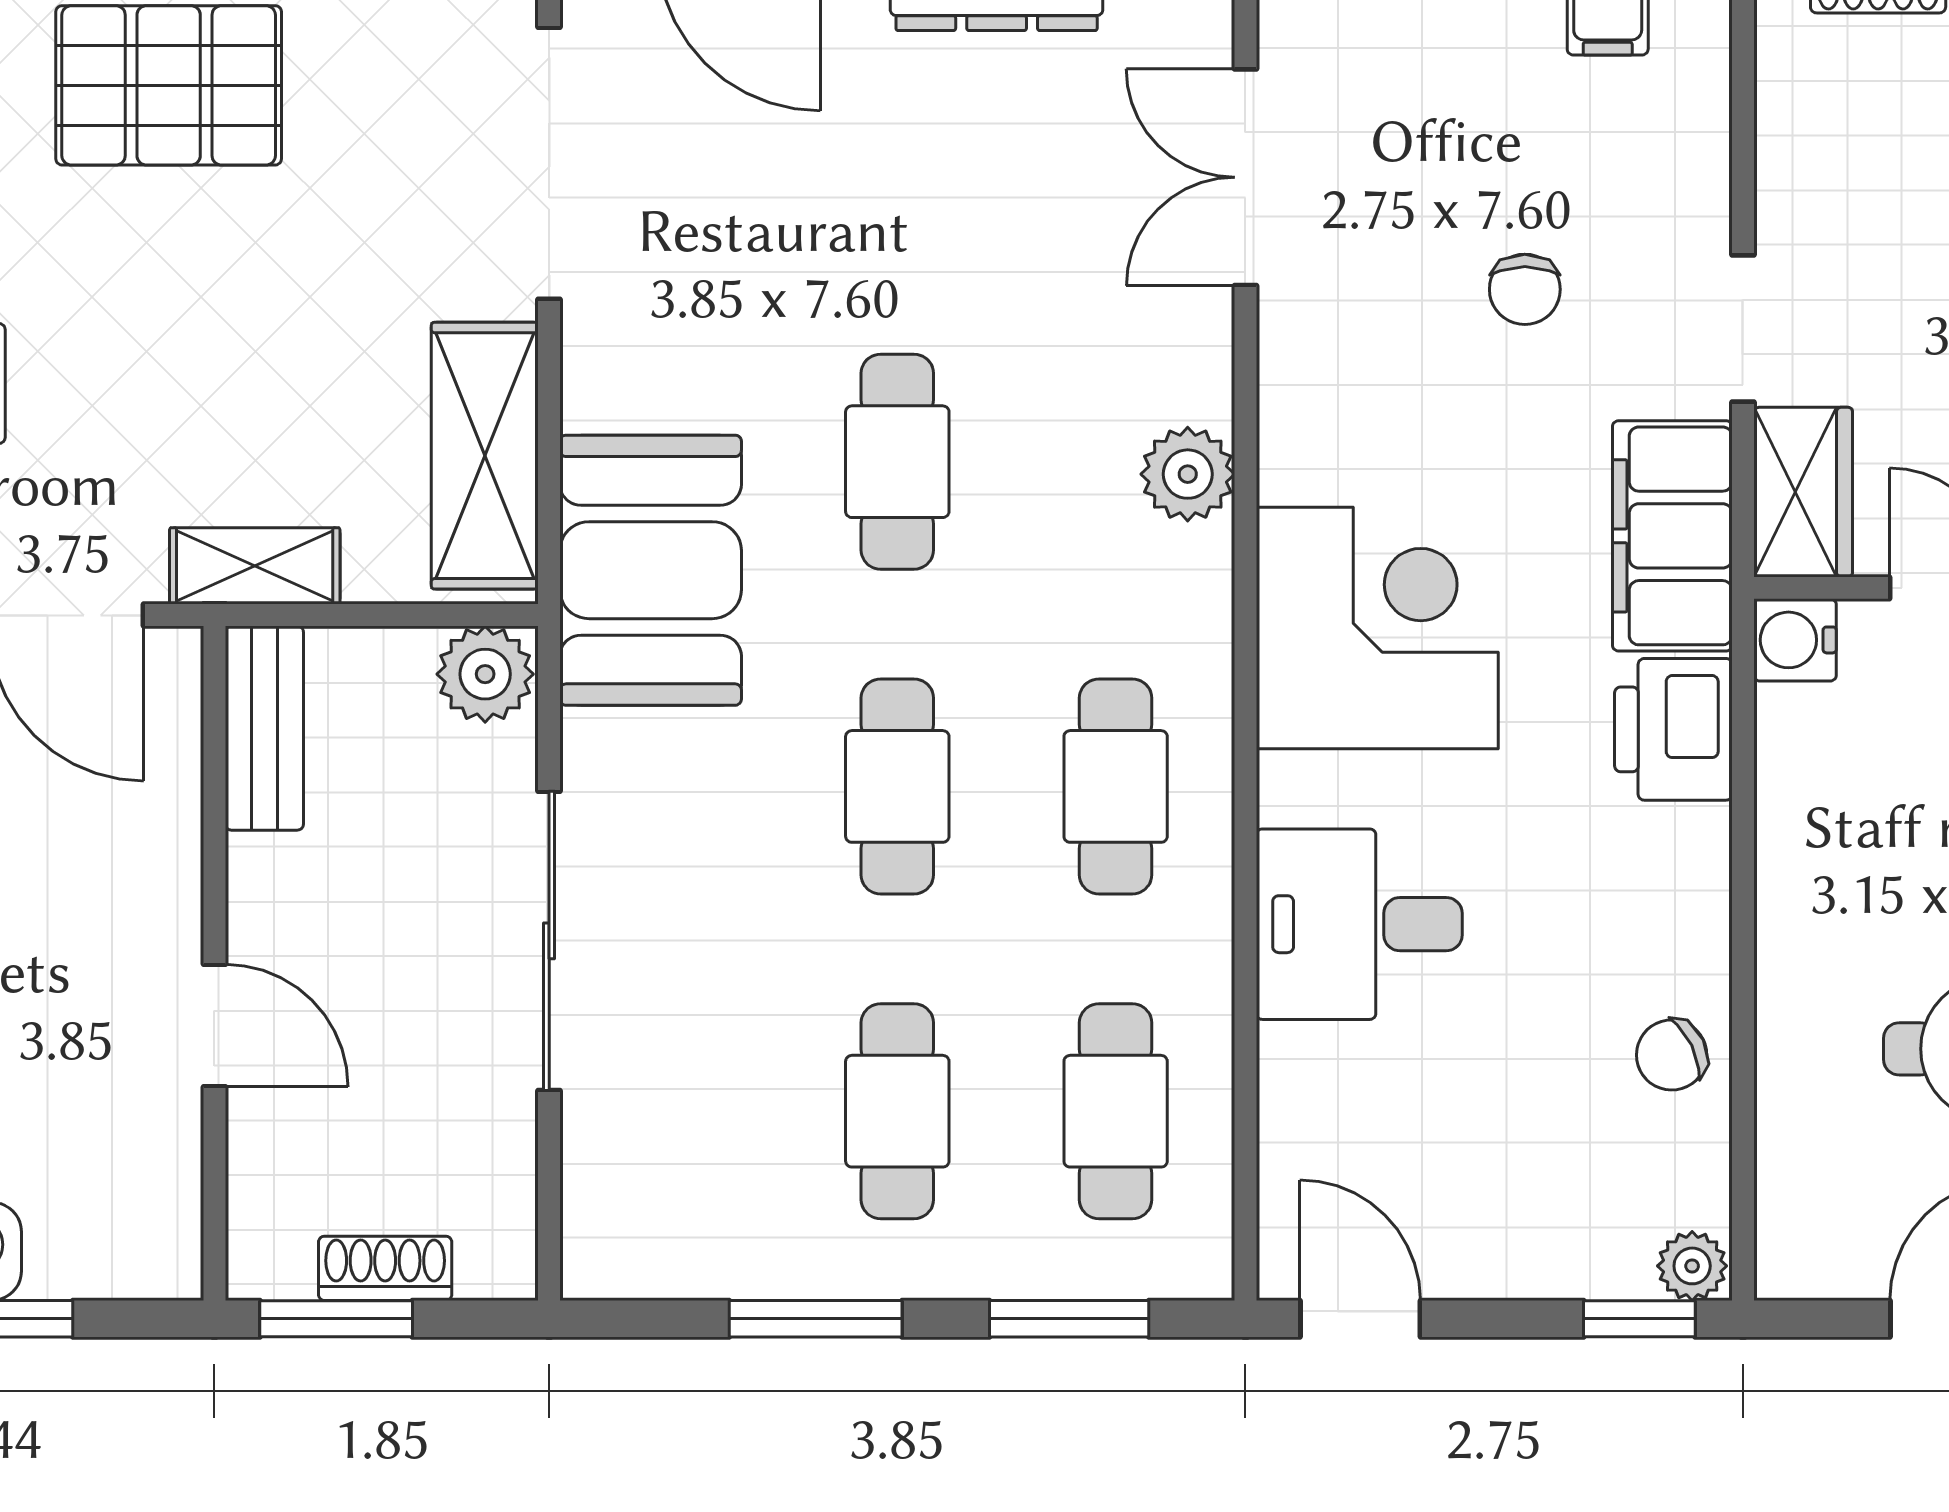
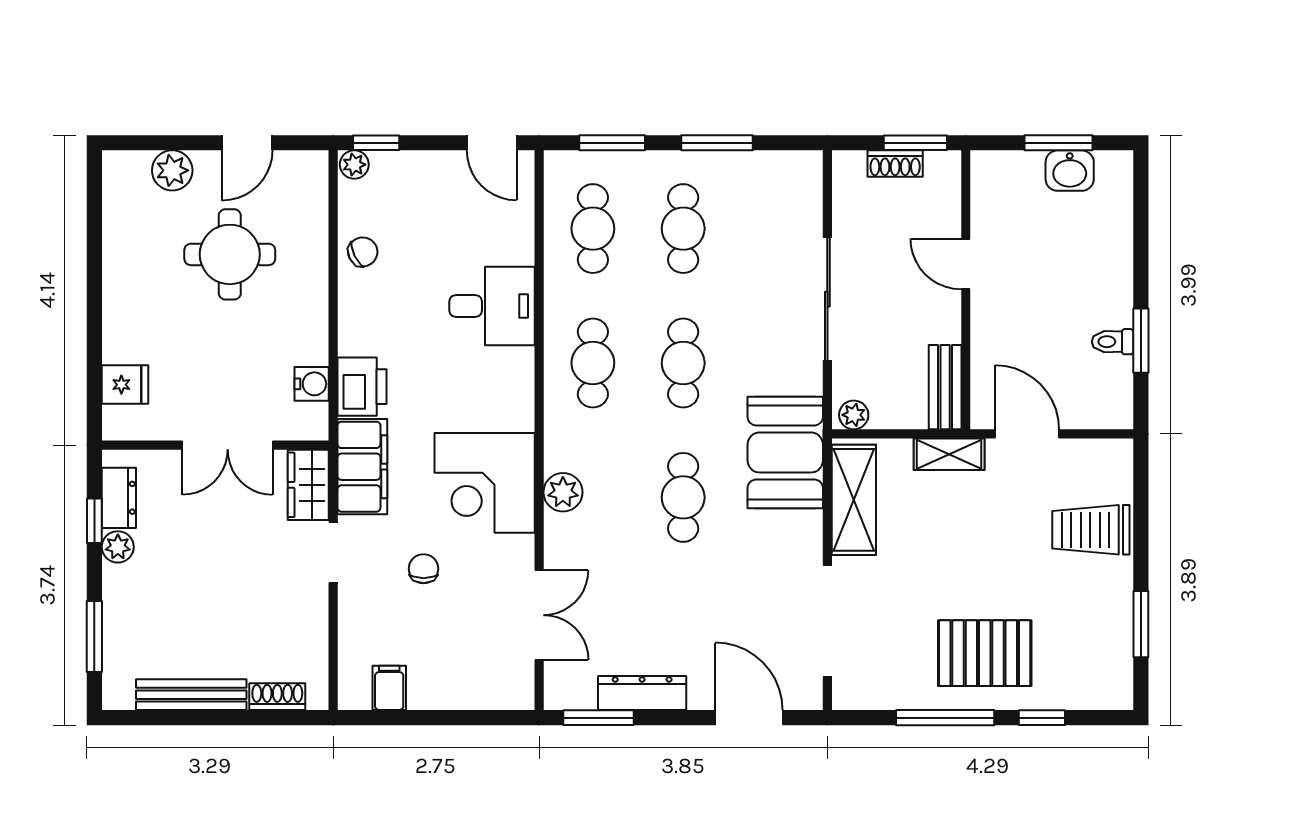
corner desk: (1377, 628) -> (485, 483), moved
water cooler: (1795, 640) -> (312, 384), moved
plant: (485, 674) -> (854, 415), width x0.73, depth x0.73

